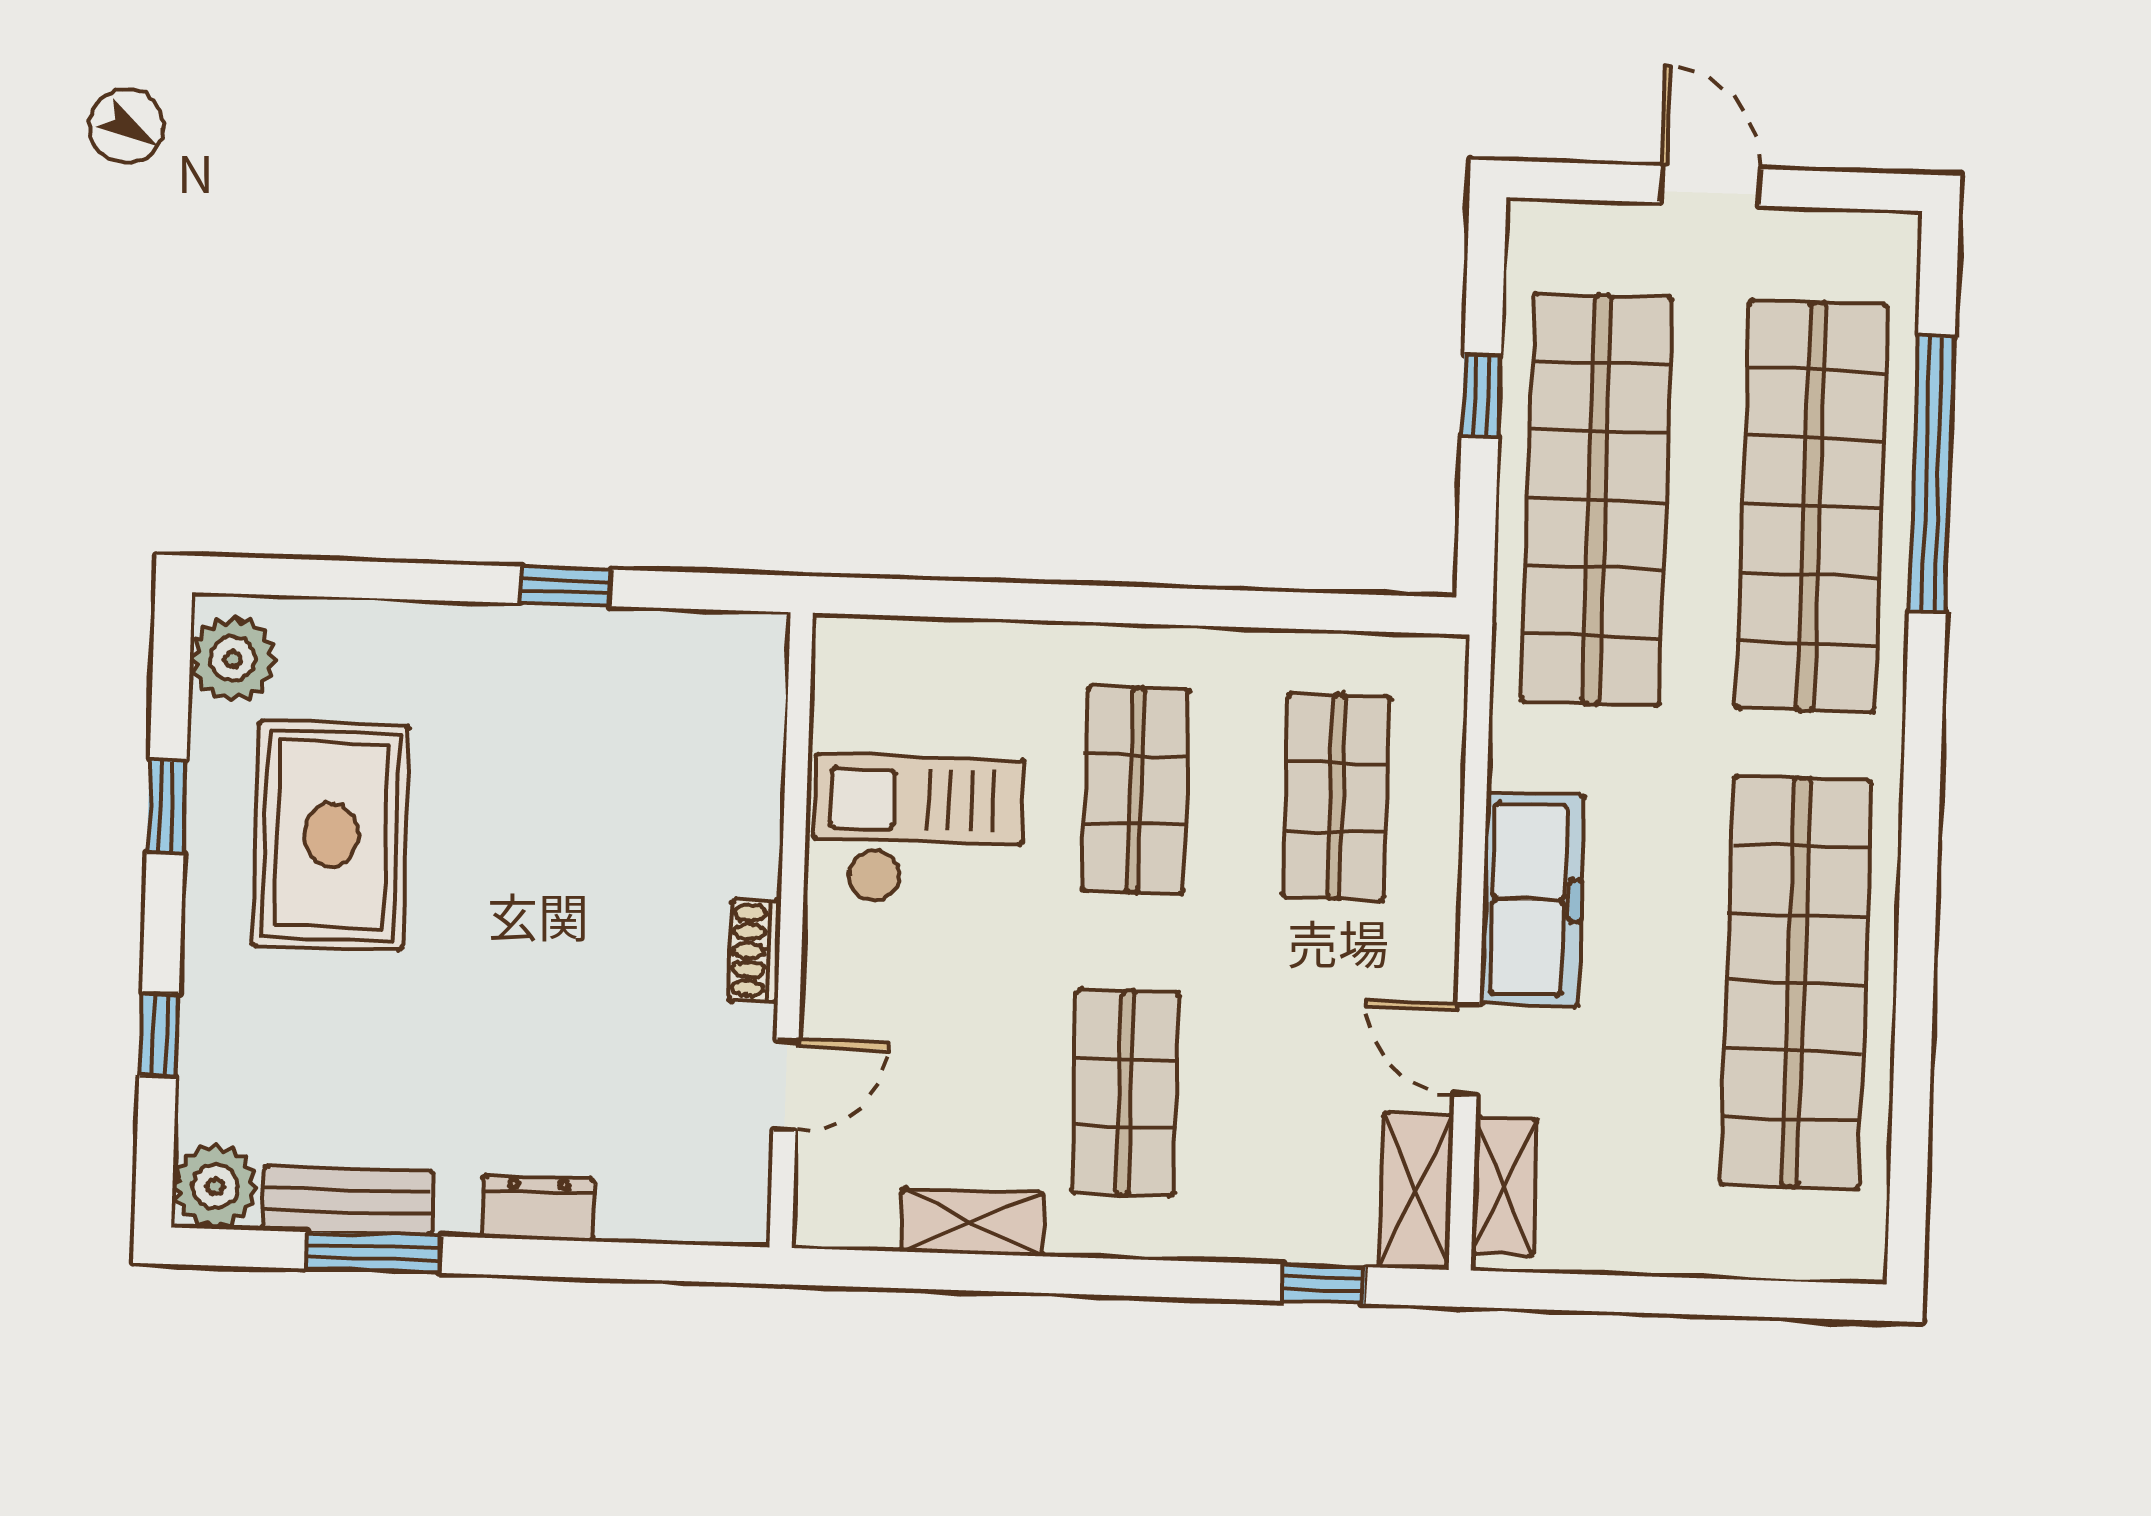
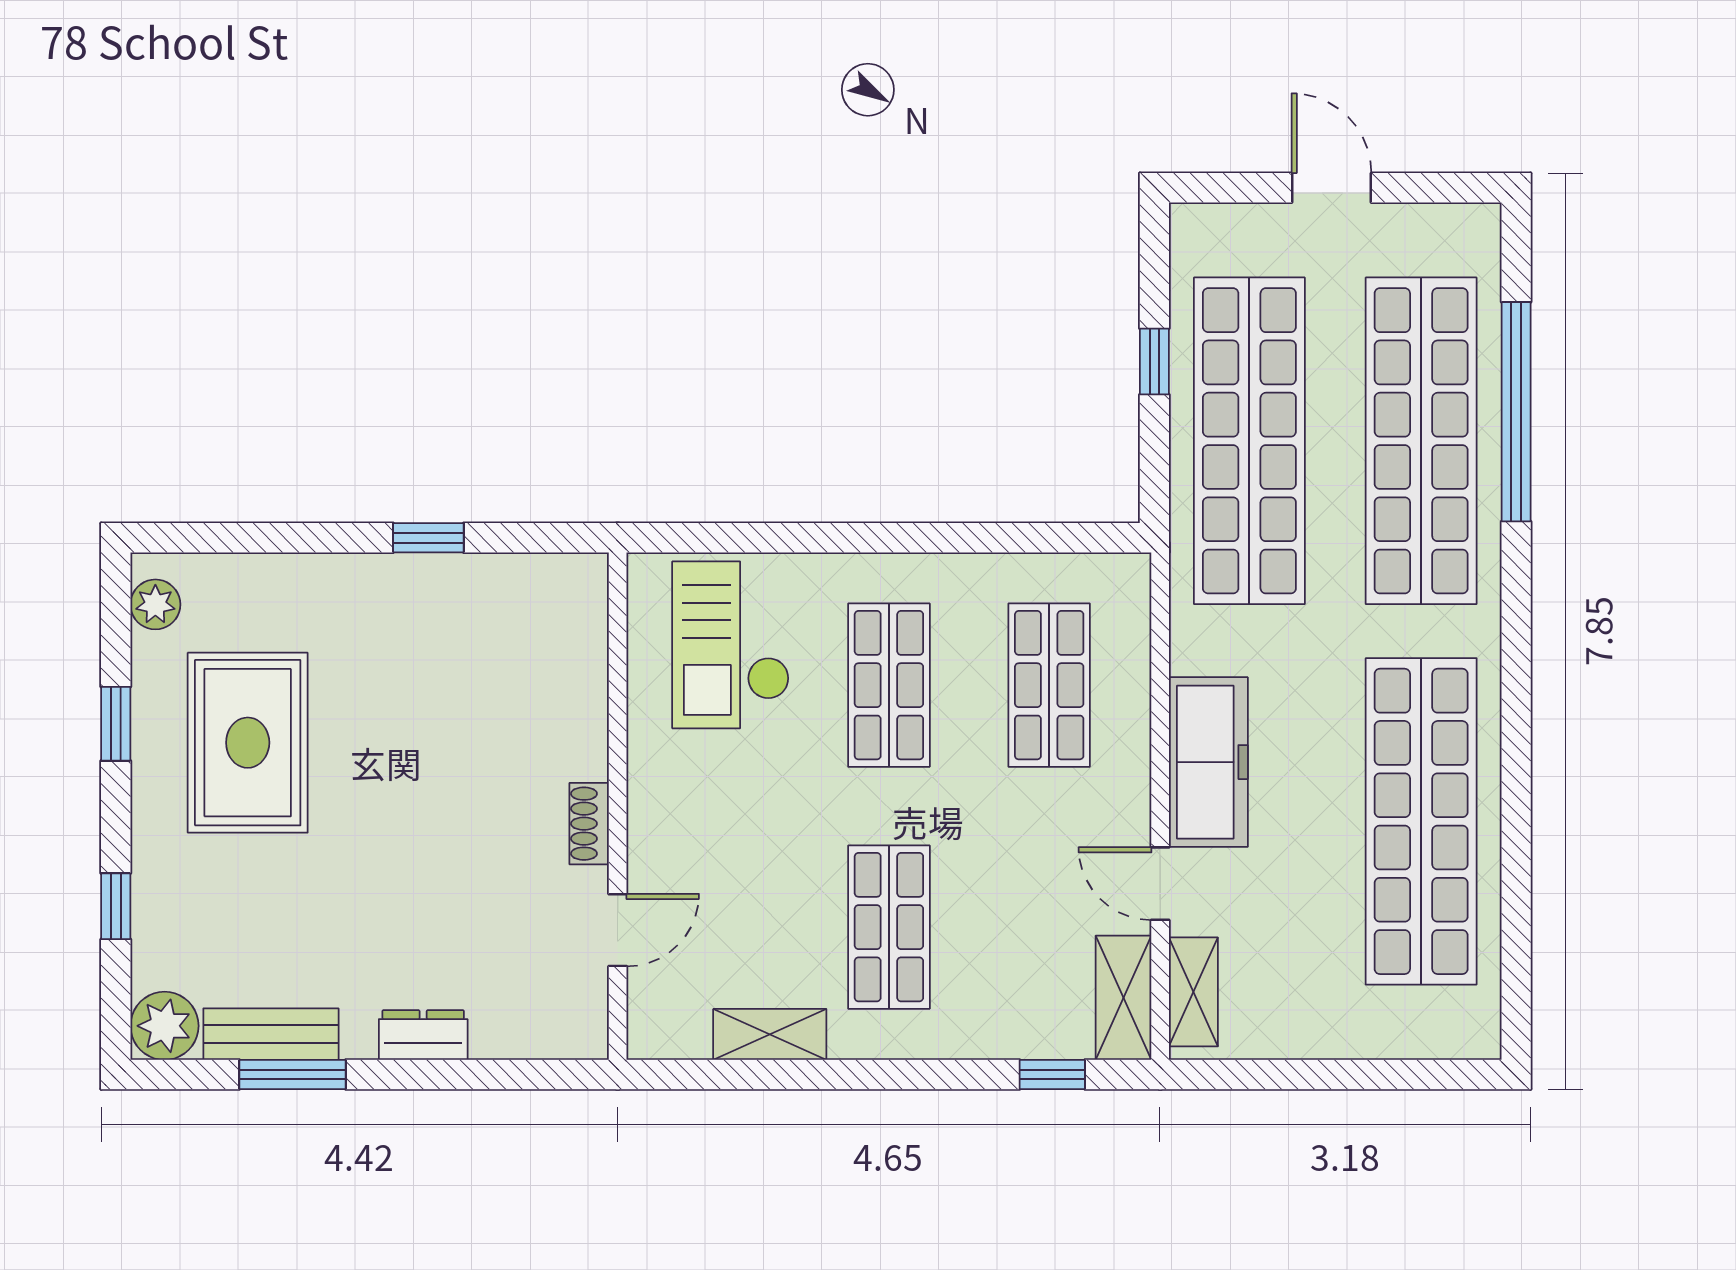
plant: (233, 659) -> (155, 604), width x0.73, depth x0.73
checkout: (918, 830) -> (731, 645), moved, turned -90

